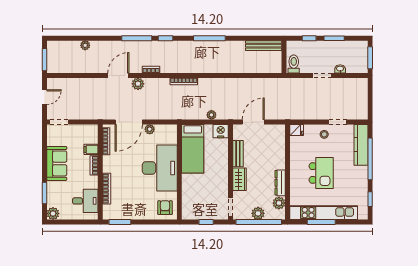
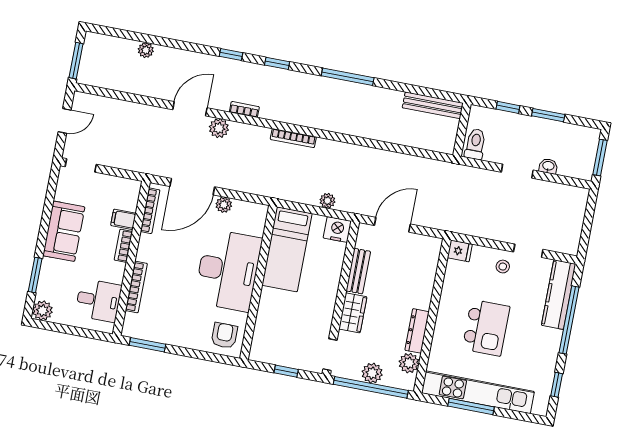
window: (137, 38) -> (231, 55), width x0.46

